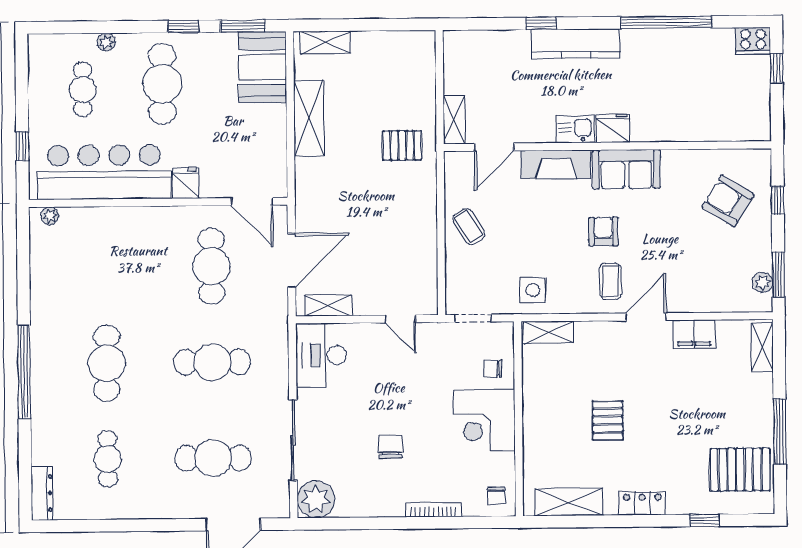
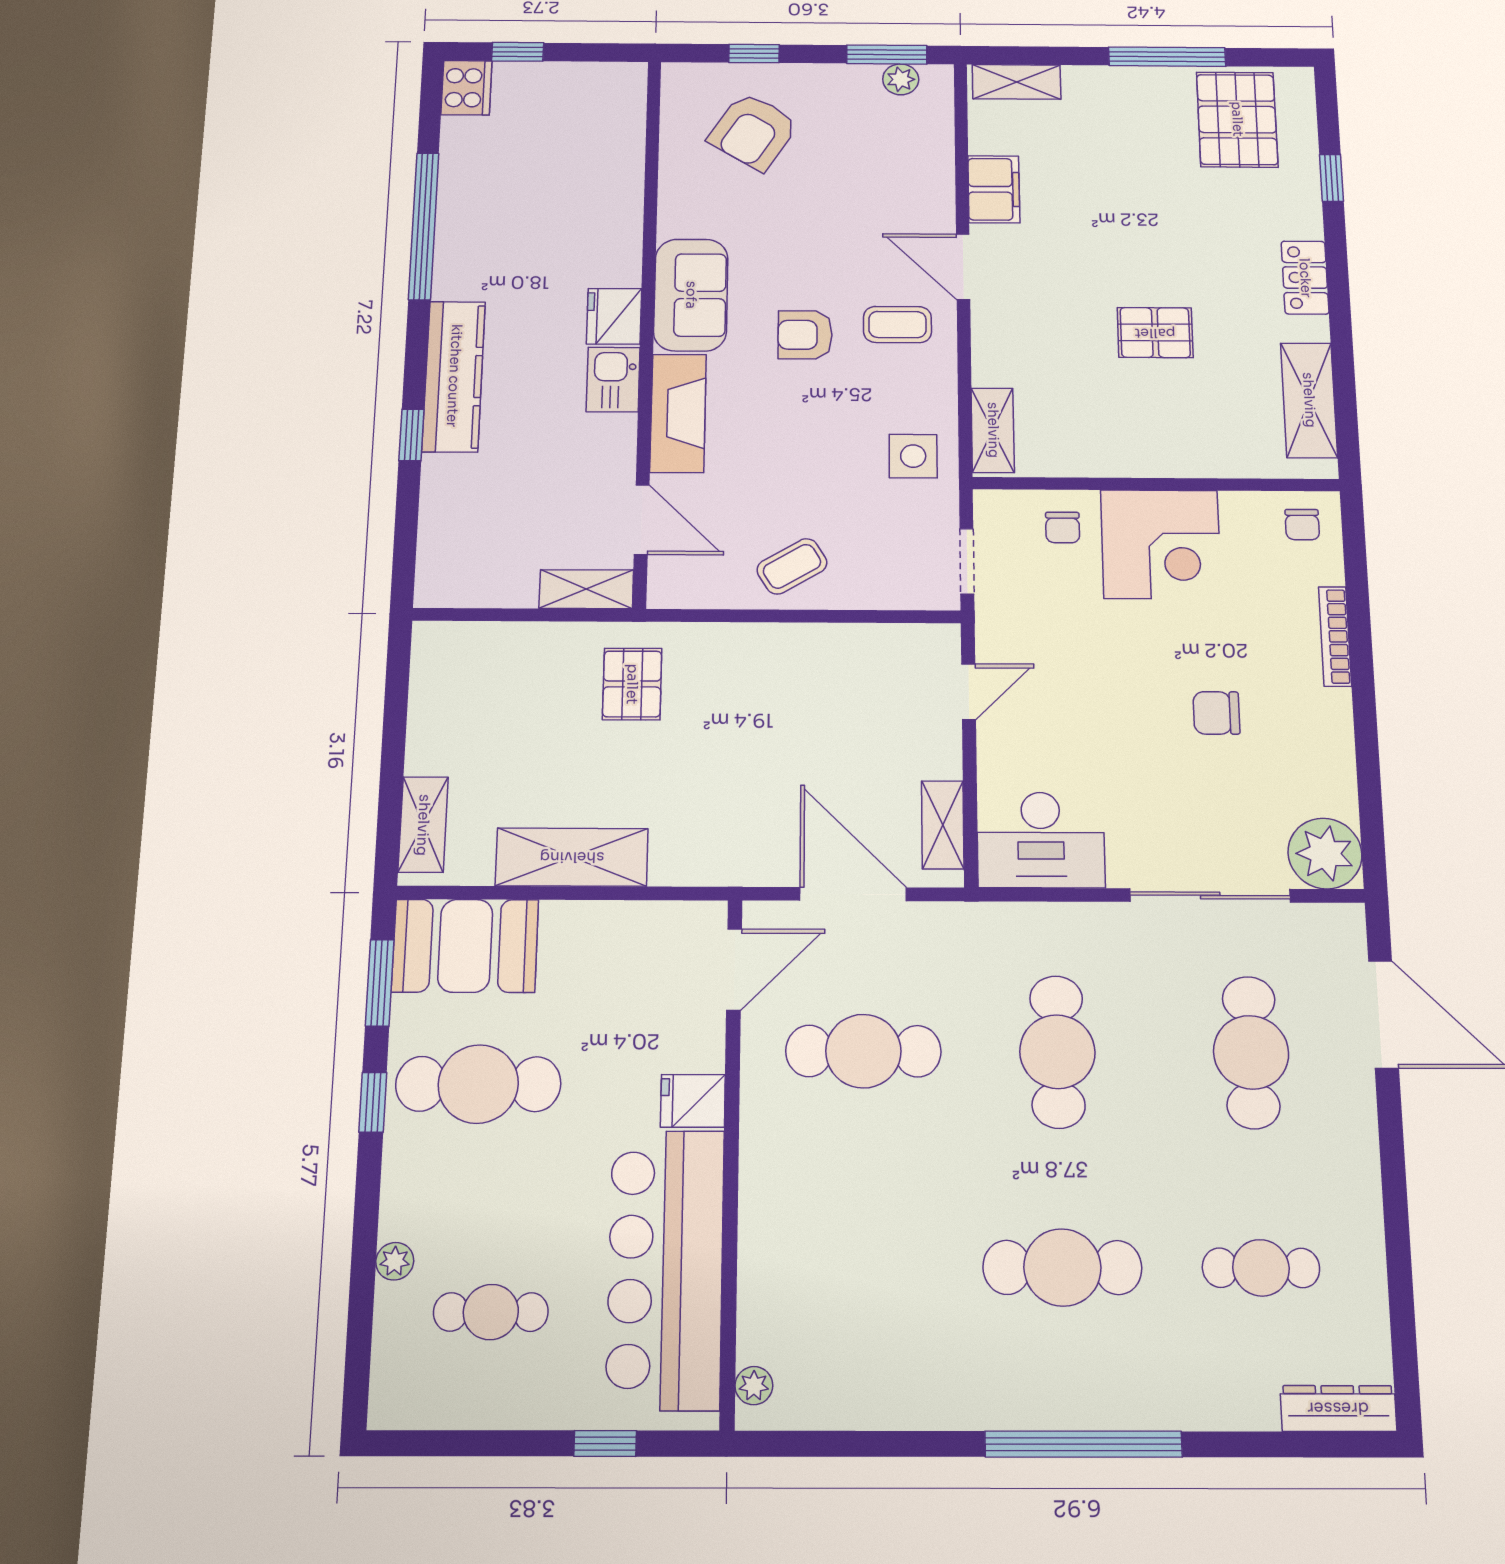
cafe table: (162, 84) -> (478, 1084), moved
chair: (496, 495) -> (1302, 525), turned 90

